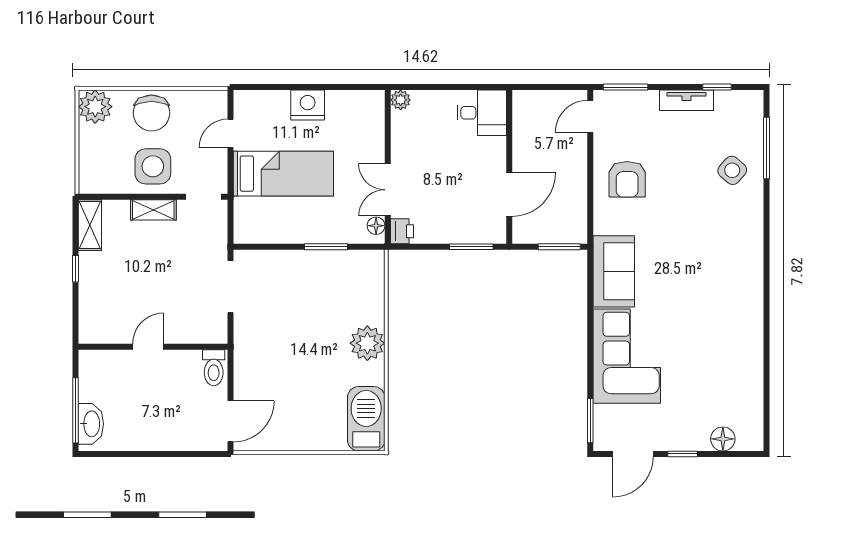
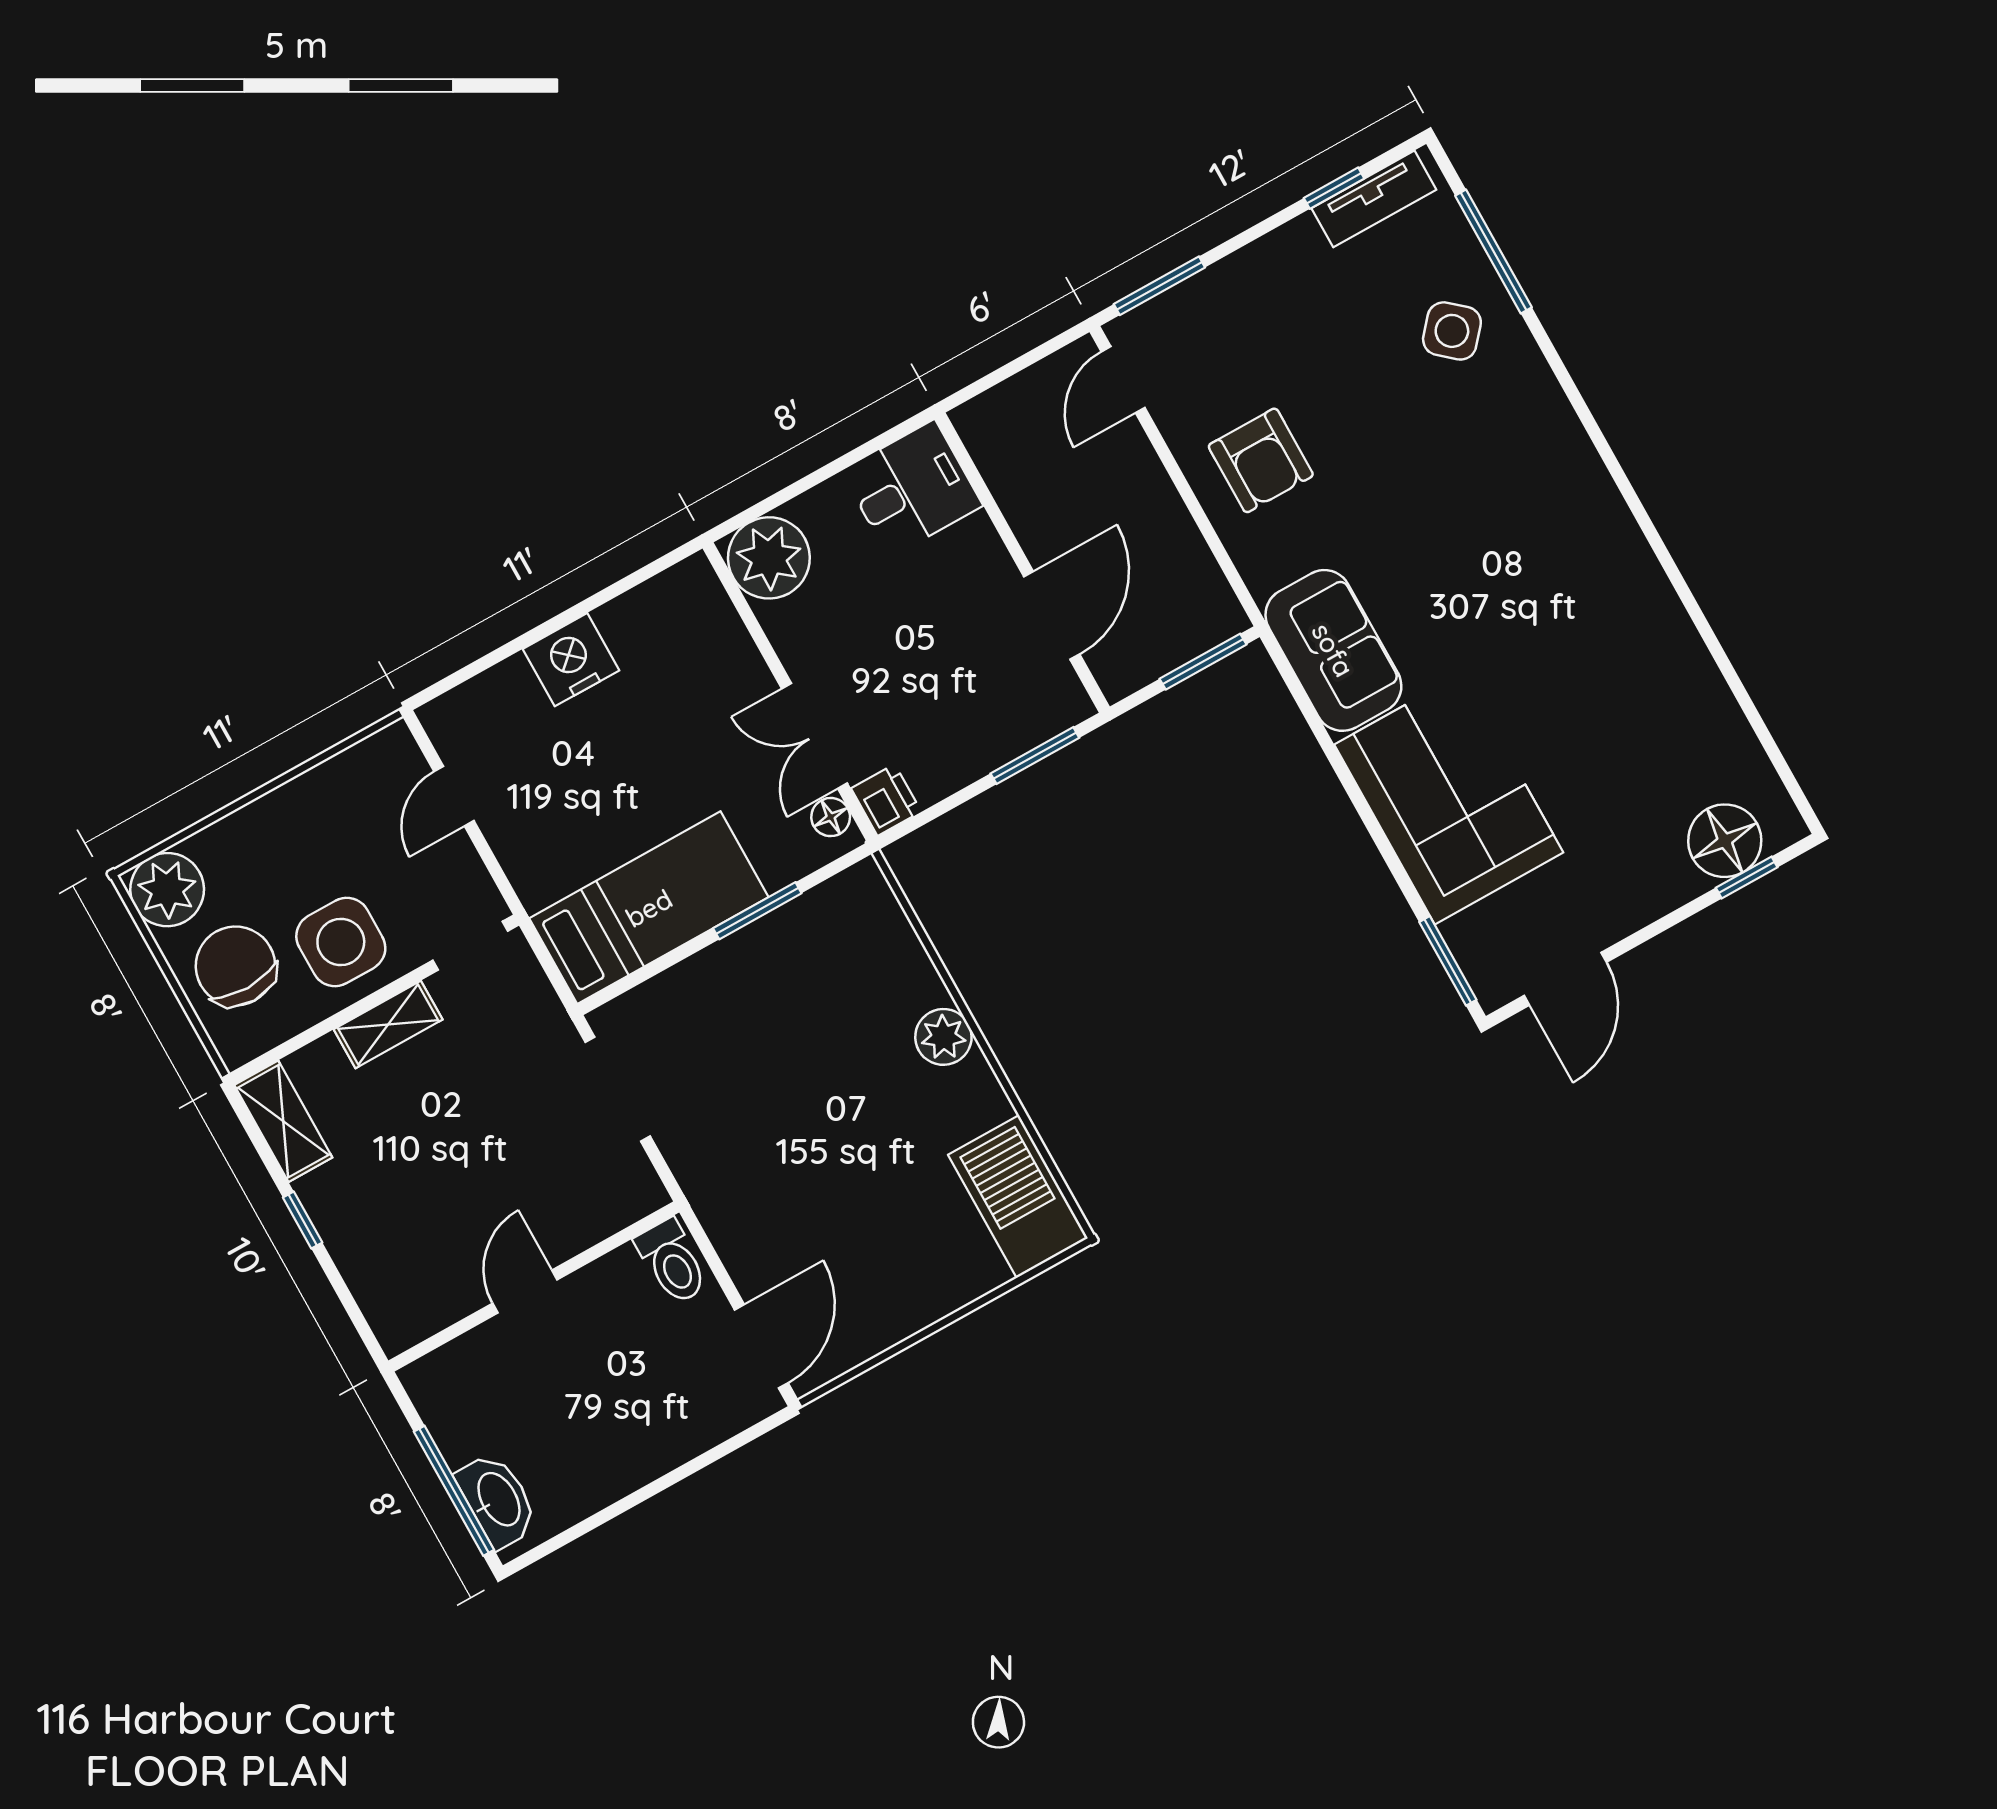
plant: (401, 100) -> (769, 558), width x1.87, depth x1.87
tv unit: (687, 100) -> (1374, 199), moved
chair: (152, 113) -> (235, 966), moved, turned 180
bed: (283, 174) -> (649, 908), moved
plant: (367, 343) -> (943, 1037), width x0.73, depth x0.73
floor lamp: (723, 439) -> (1725, 841), width x1.38, depth x1.38
window: (683, 454) -> (1747, 877), moved

